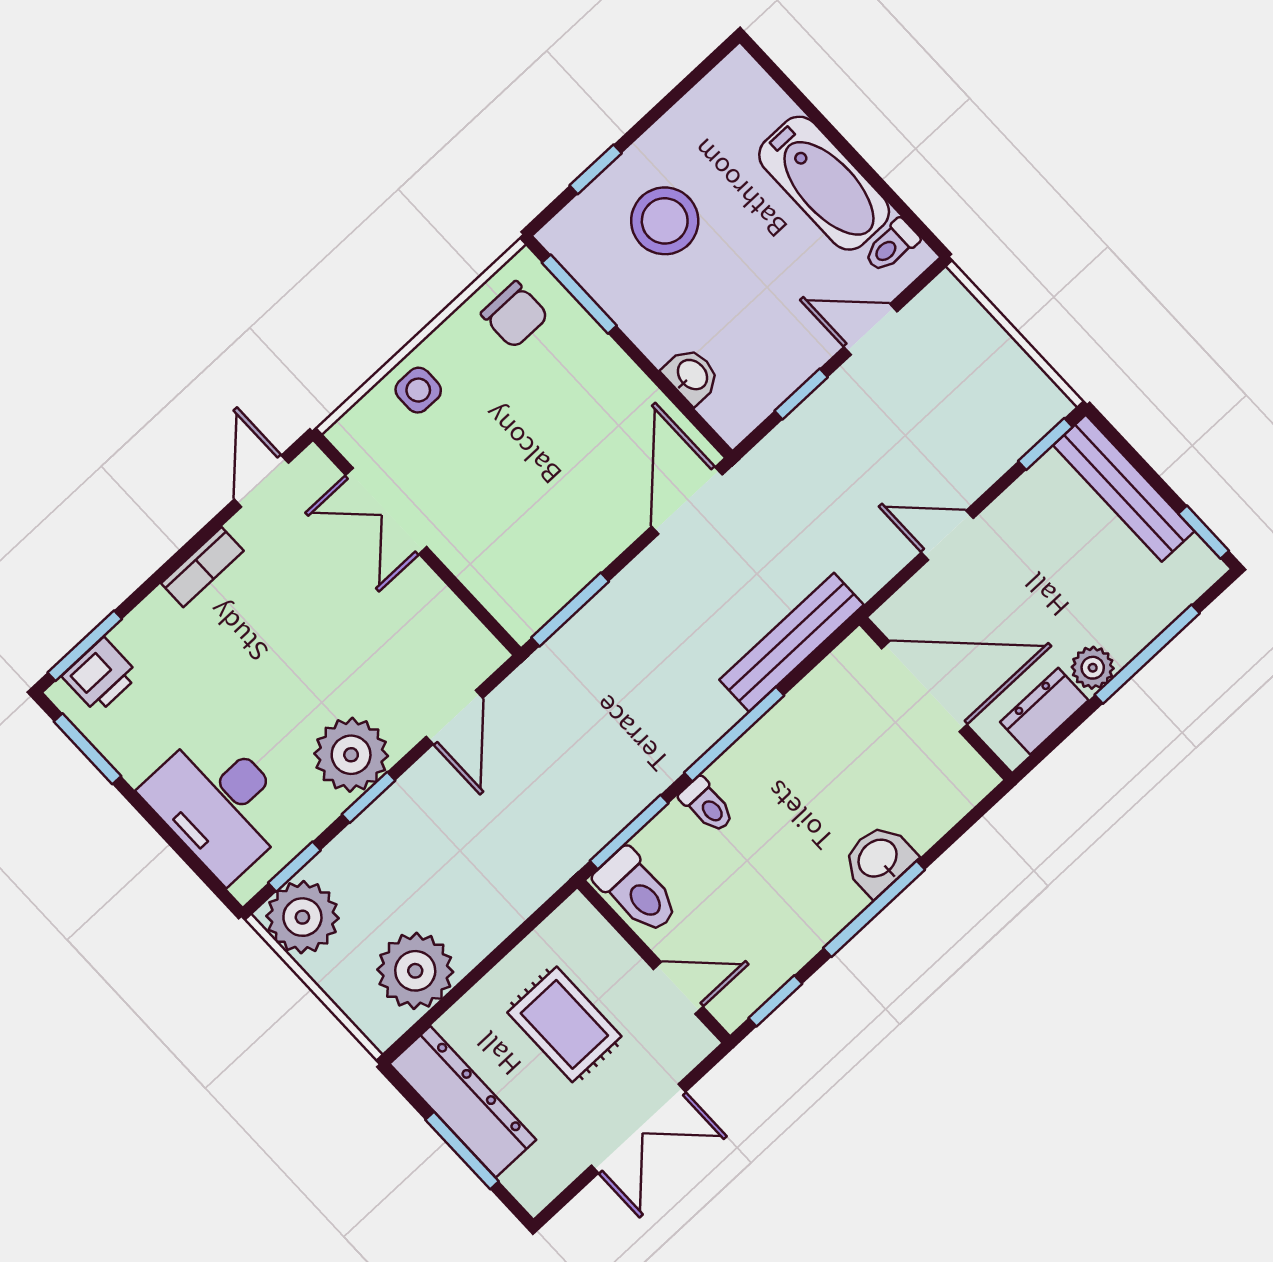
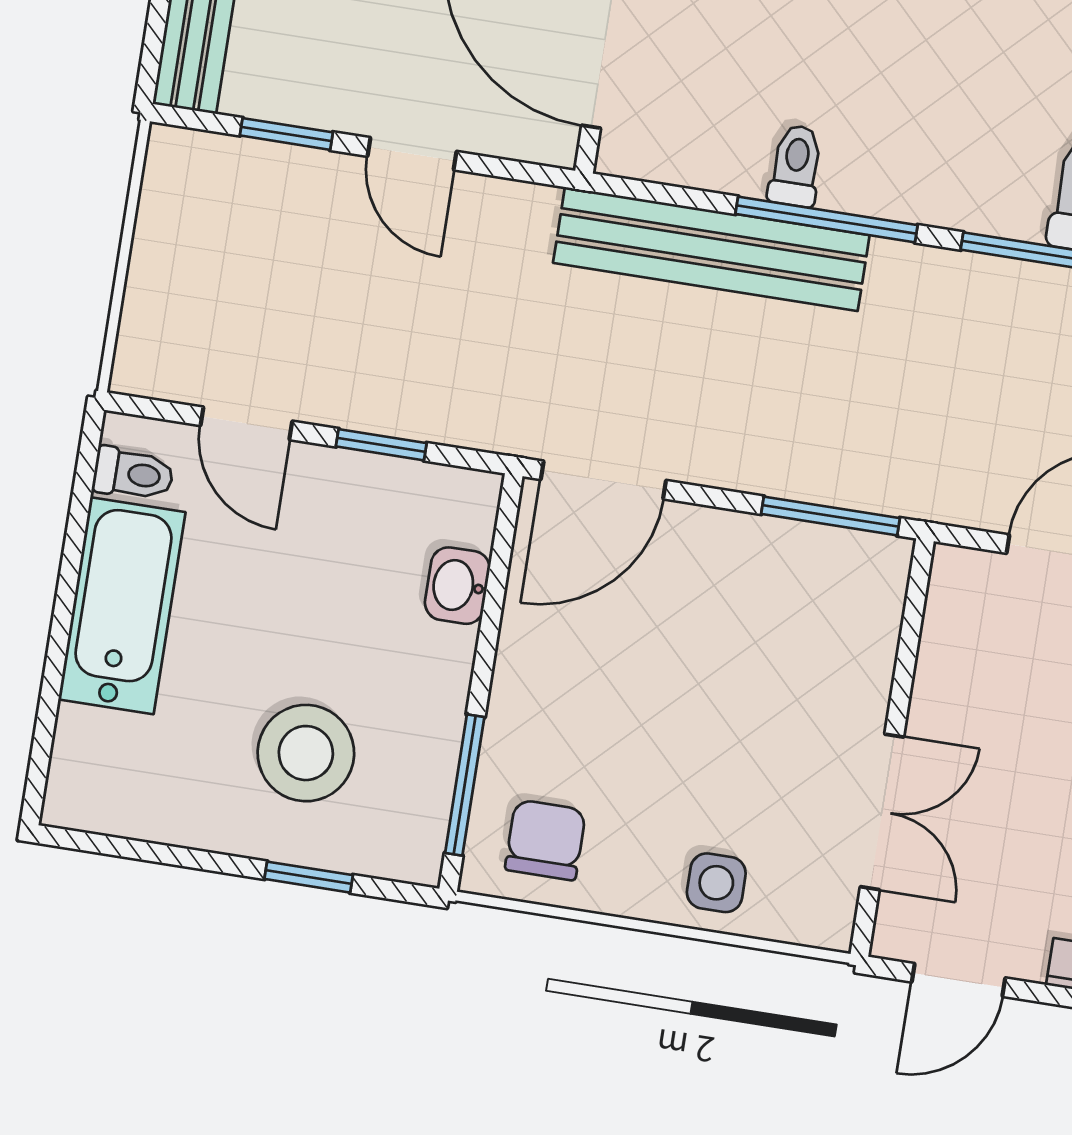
window: (1045, 444) -> (286, 134), moved
bench: (791, 642) -> (711, 249), width x1.37, depth x1.21
toilet: (707, 805) -> (796, 166), moved

